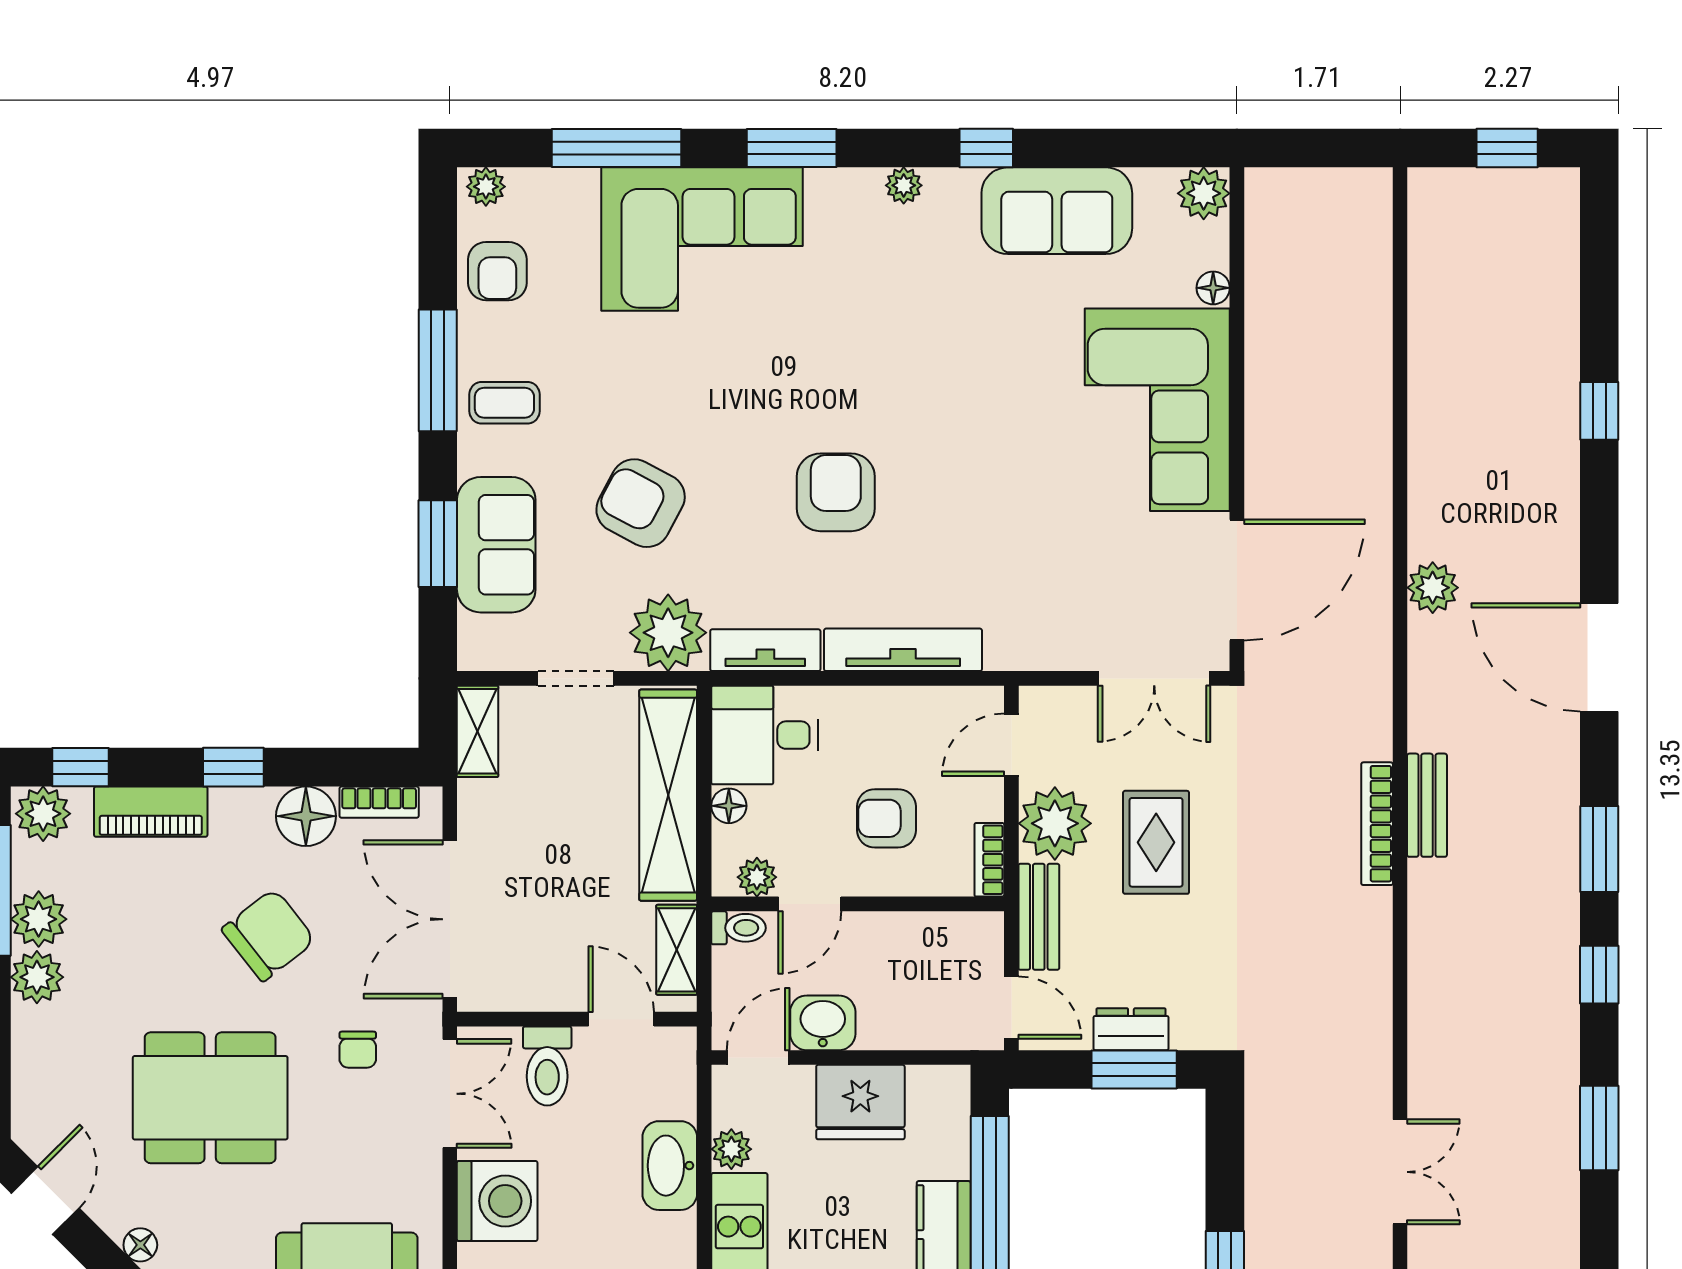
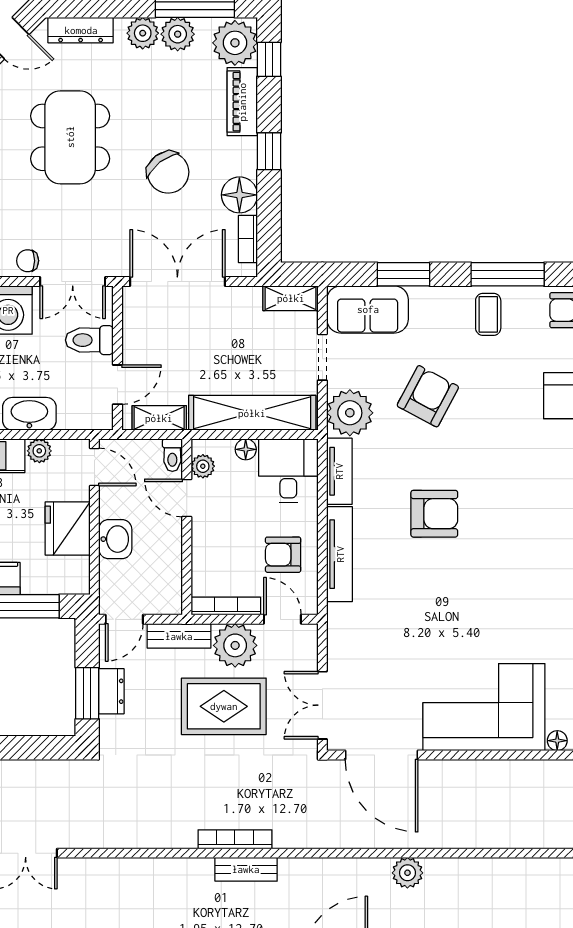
sofa: (496, 545) -> (368, 309), moved
plant: (1433, 588) -> (407, 873), moved
plant: (43, 814) -> (235, 43), width x1.36, depth x1.36
armchair: (886, 818) -> (283, 555), moved, turned -90
rug: (1156, 842) -> (224, 706), width x1.36, depth x1.43
bookcase: (989, 860) -> (226, 606), width x1.56
washbasin: (823, 1023) -> (115, 539), moved
chair: (358, 1050) -> (28, 261), moved
dresser: (32, 1080) -> (81, 30), added

